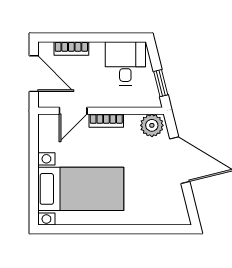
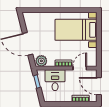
desk: (125, 63) -> (55, 80), moved, turned 180

